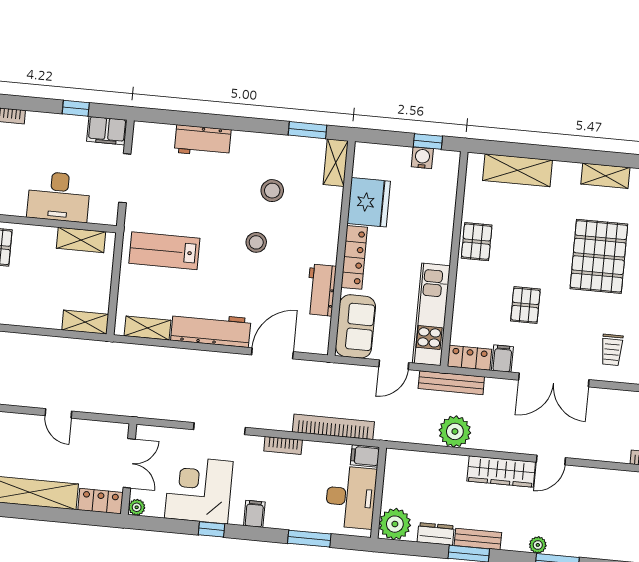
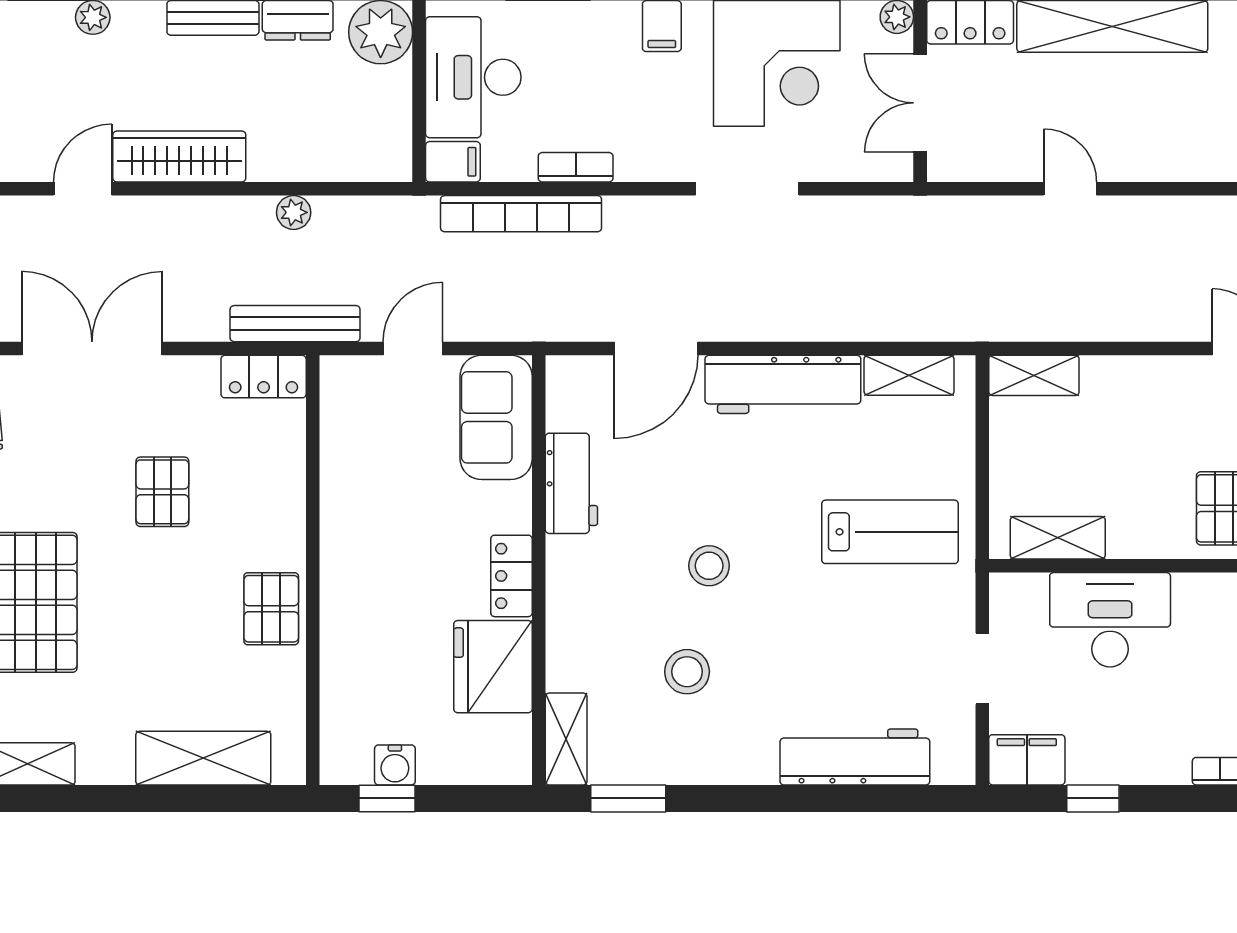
workbench: (203, 141) -> (855, 757), width x1.37
doorway: (125, 178) -> (982, 669), width x0.73
locker: (354, 257) -> (511, 576), width x0.66
kitchen unit: (431, 314) -> (348, 456), removed
filing cabinet: (502, 359) -> (198, 381), removed
plant: (455, 431) -> (294, 212), width x0.53, depth x0.53
bookcase: (283, 445) -> (576, 167), moved

